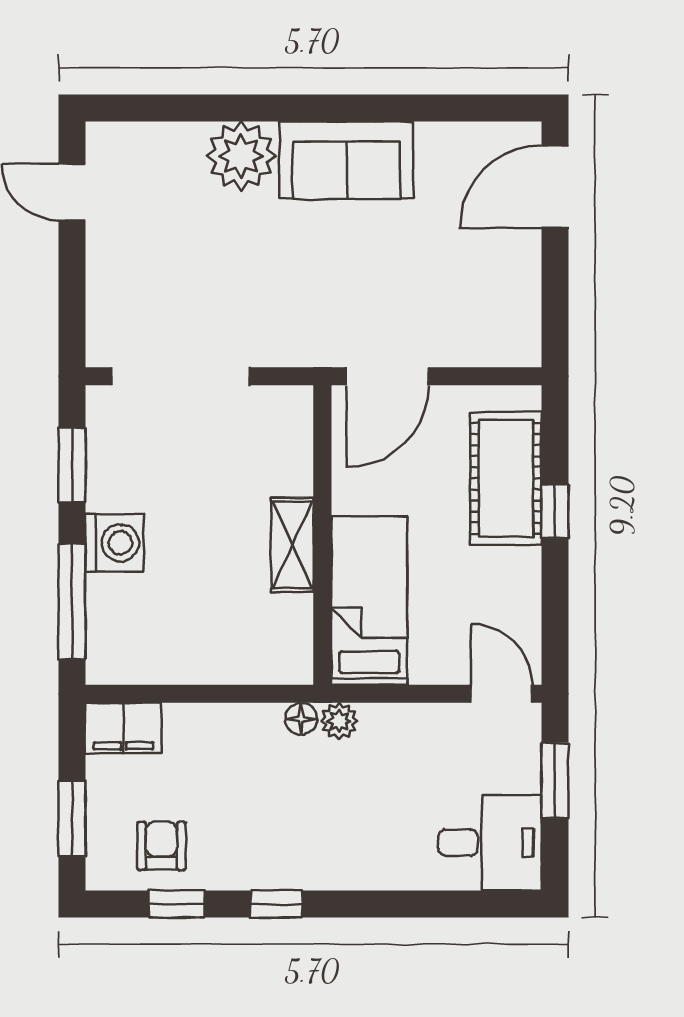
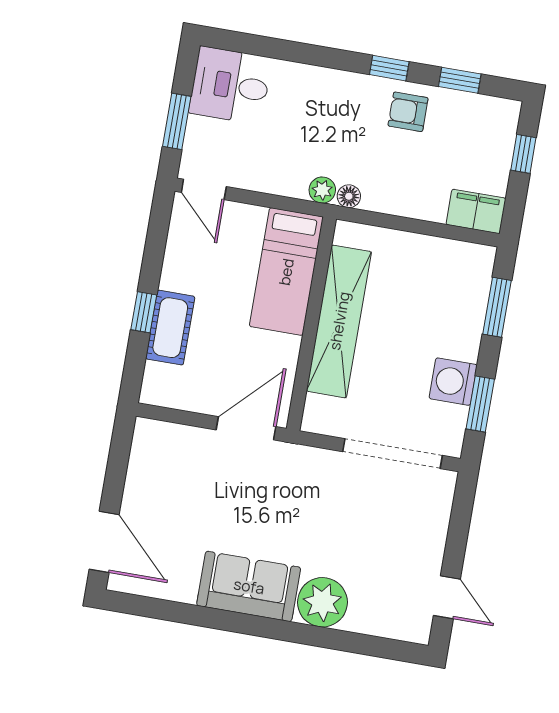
door: (555, 187) -> (104, 542), hinge flipped
cot: (506, 478) -> (170, 328), width x0.73, depth x0.75
washing machine: (114, 543) -> (453, 382), moved
shelving: (292, 545) -> (339, 321), width x2.20, depth x1.33
window: (72, 602) -> (497, 307), width x0.69
window: (72, 818) -> (523, 154), width x0.67
armchair: (161, 846) -> (408, 112), moved, turned 90

